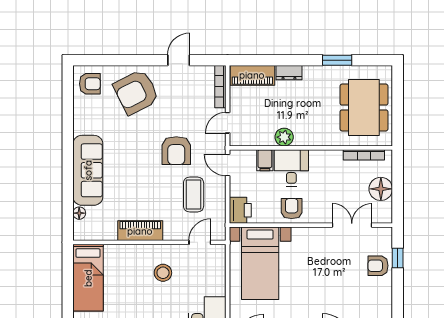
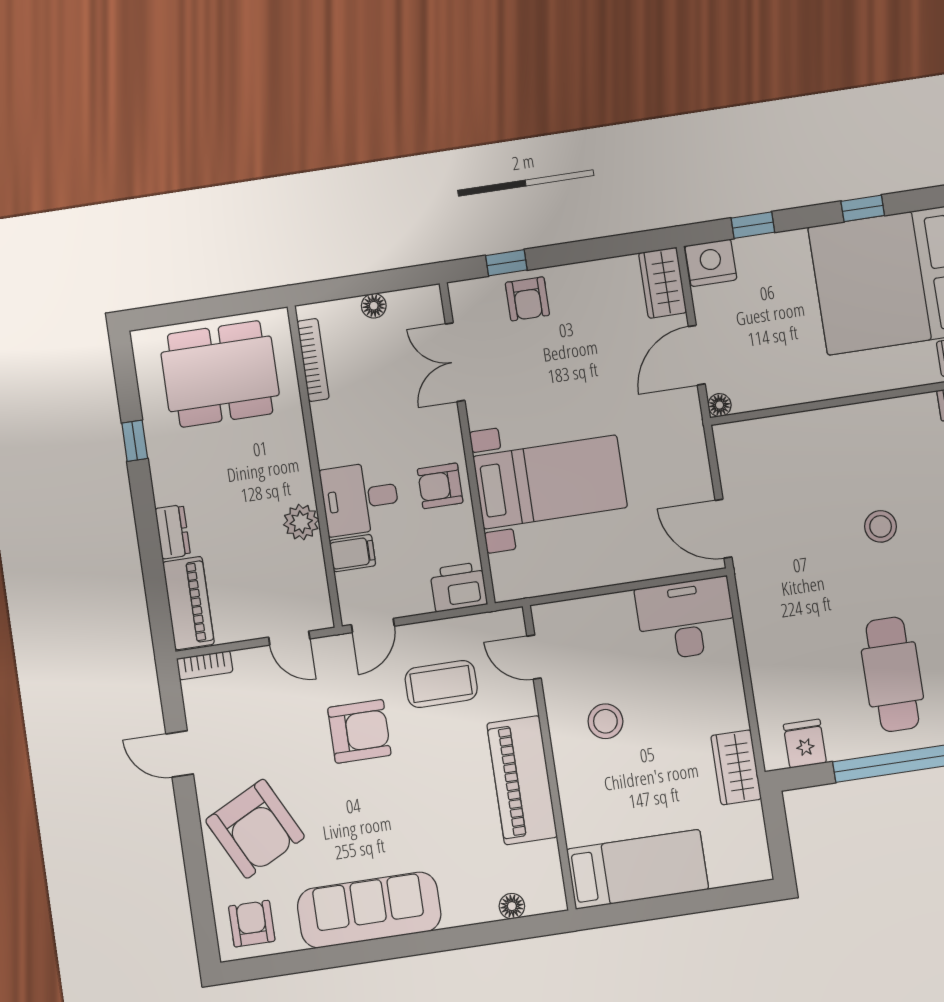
window: (337, 60) -> (135, 441), width x0.67
bookcase: (220, 87) -> (205, 665), width x0.64
sofa: (88, 170) -> (369, 910), moved
floor lamp: (381, 189) -> (374, 306), width x0.53, depth x0.53
piano: (140, 231) -> (522, 780), width x1.37, depth x1.33
bed with nightstands: (260, 263) -> (550, 482), moved

